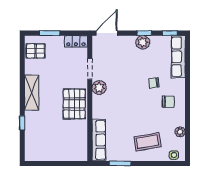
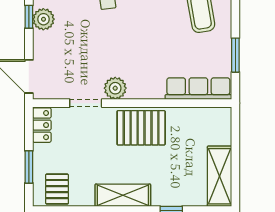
shelving: (44, 153) -> (220, 176), added

